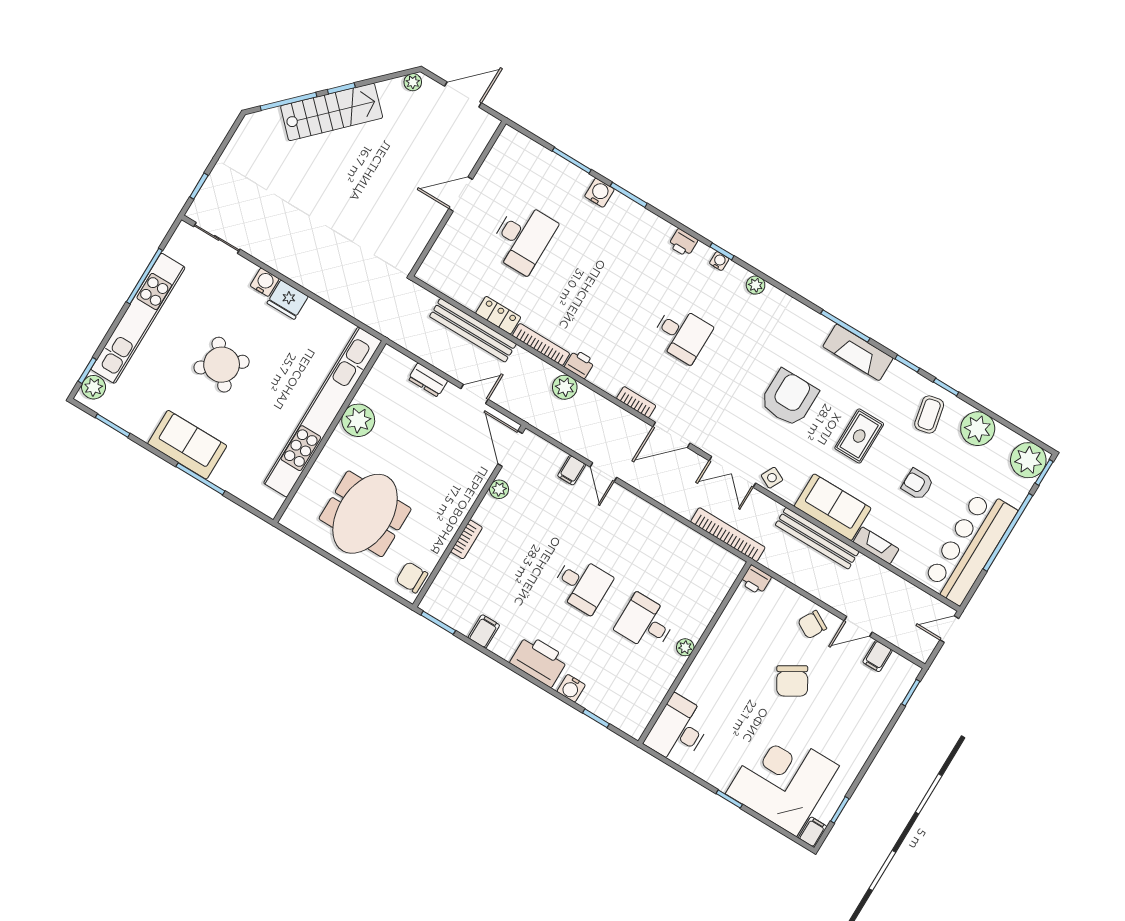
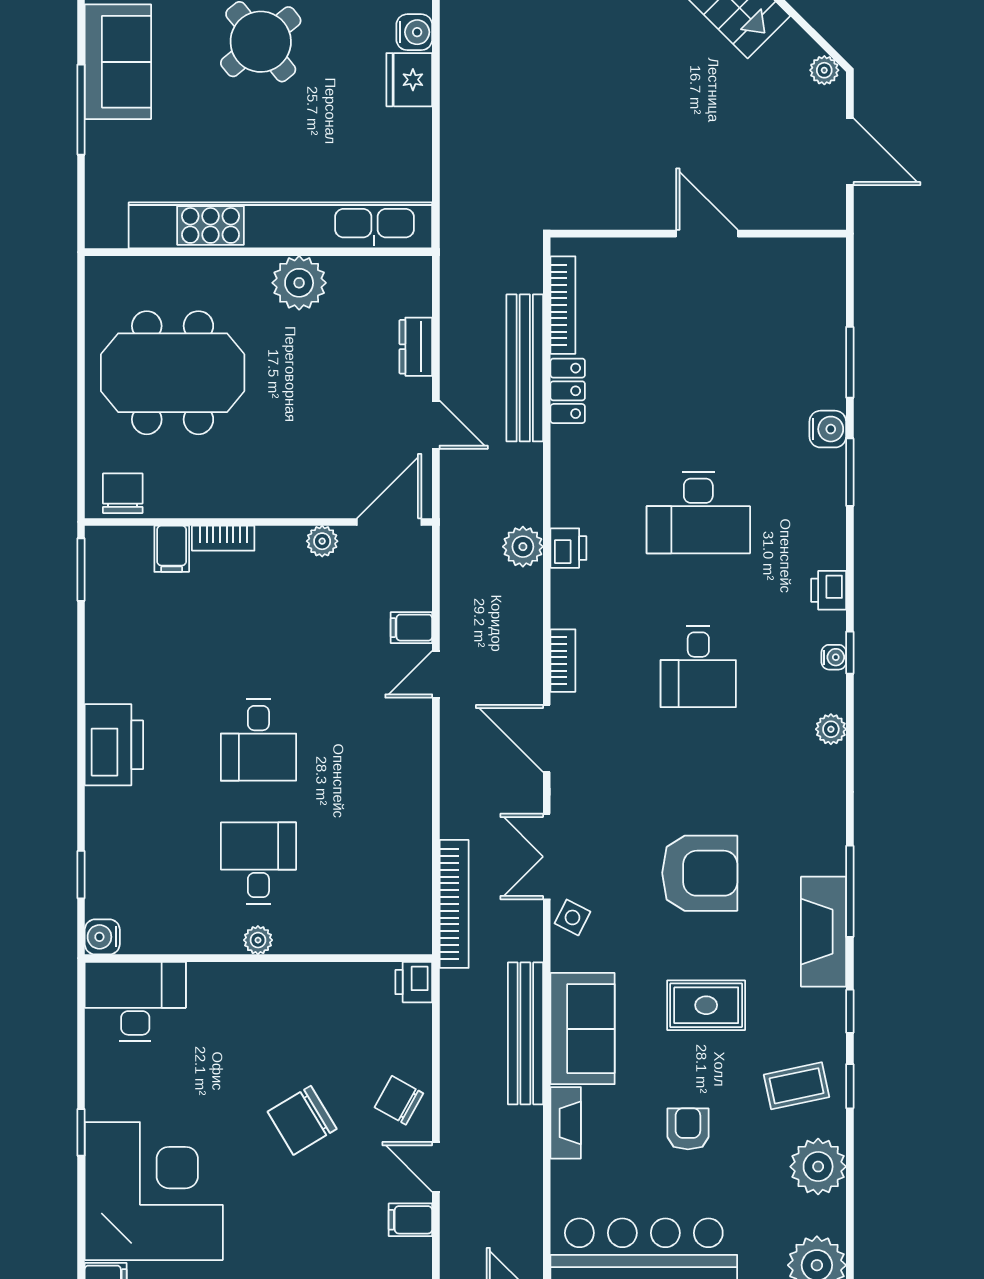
desk: (523, 238) -> (698, 513), moved
bookcase: (541, 345) -> (563, 305), moved
filing cabinet: (484, 631) -> (172, 549), moved, turned 90
water cooler: (571, 688) -> (102, 937), moved

